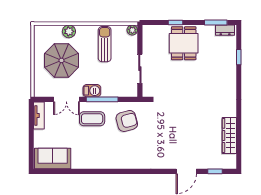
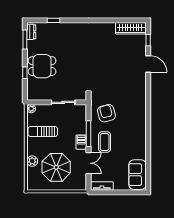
wardrobe: (229, 135) -> (131, 28), moved

